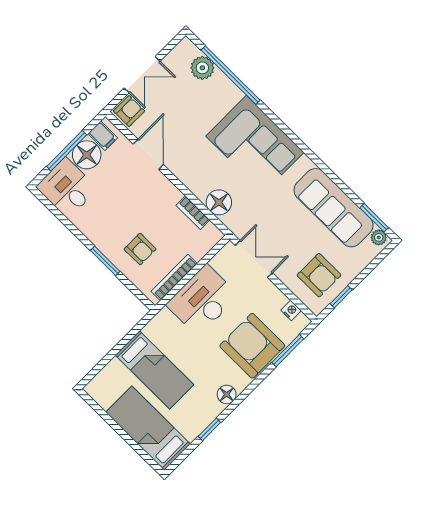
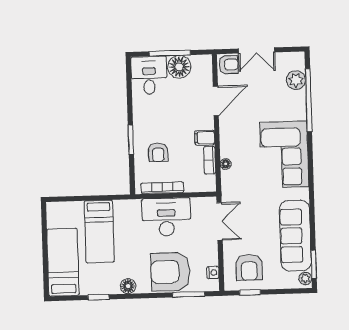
filing cabinet: (103, 136) -> (205, 138), moved, turned 90
floor lamp: (219, 202) -> (226, 164), width x0.53, depth x0.53
armchair: (252, 346) -> (170, 272), turned -90

